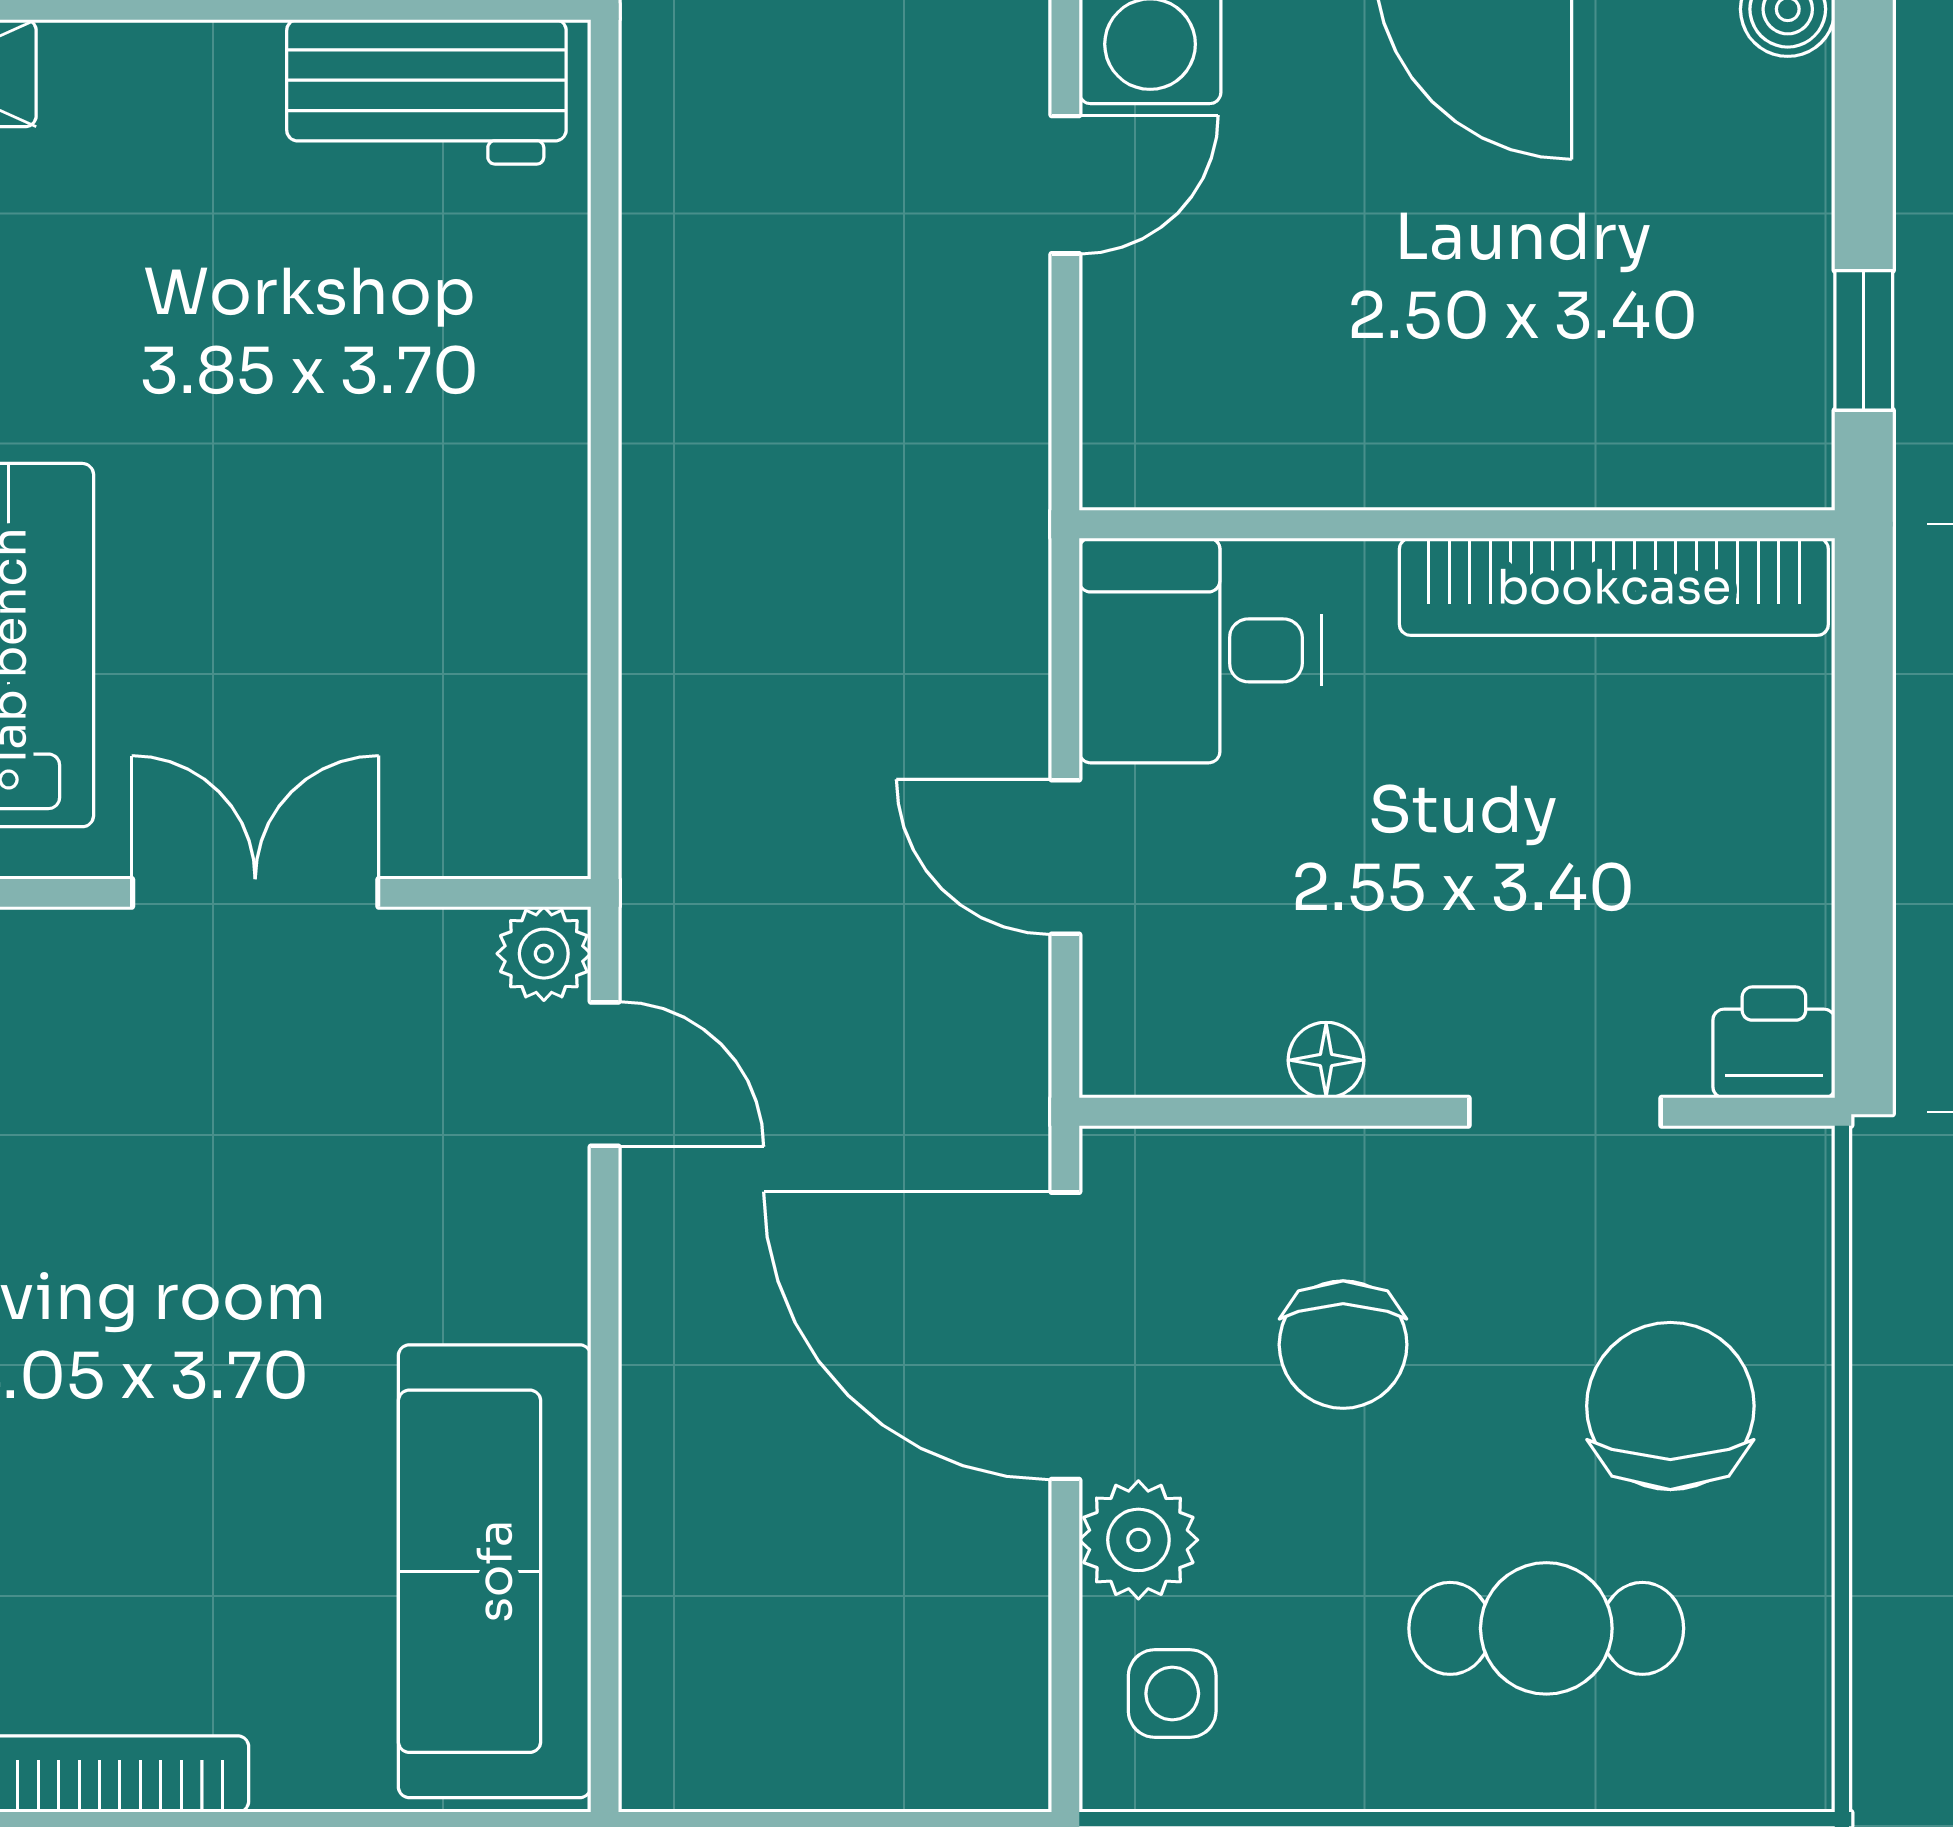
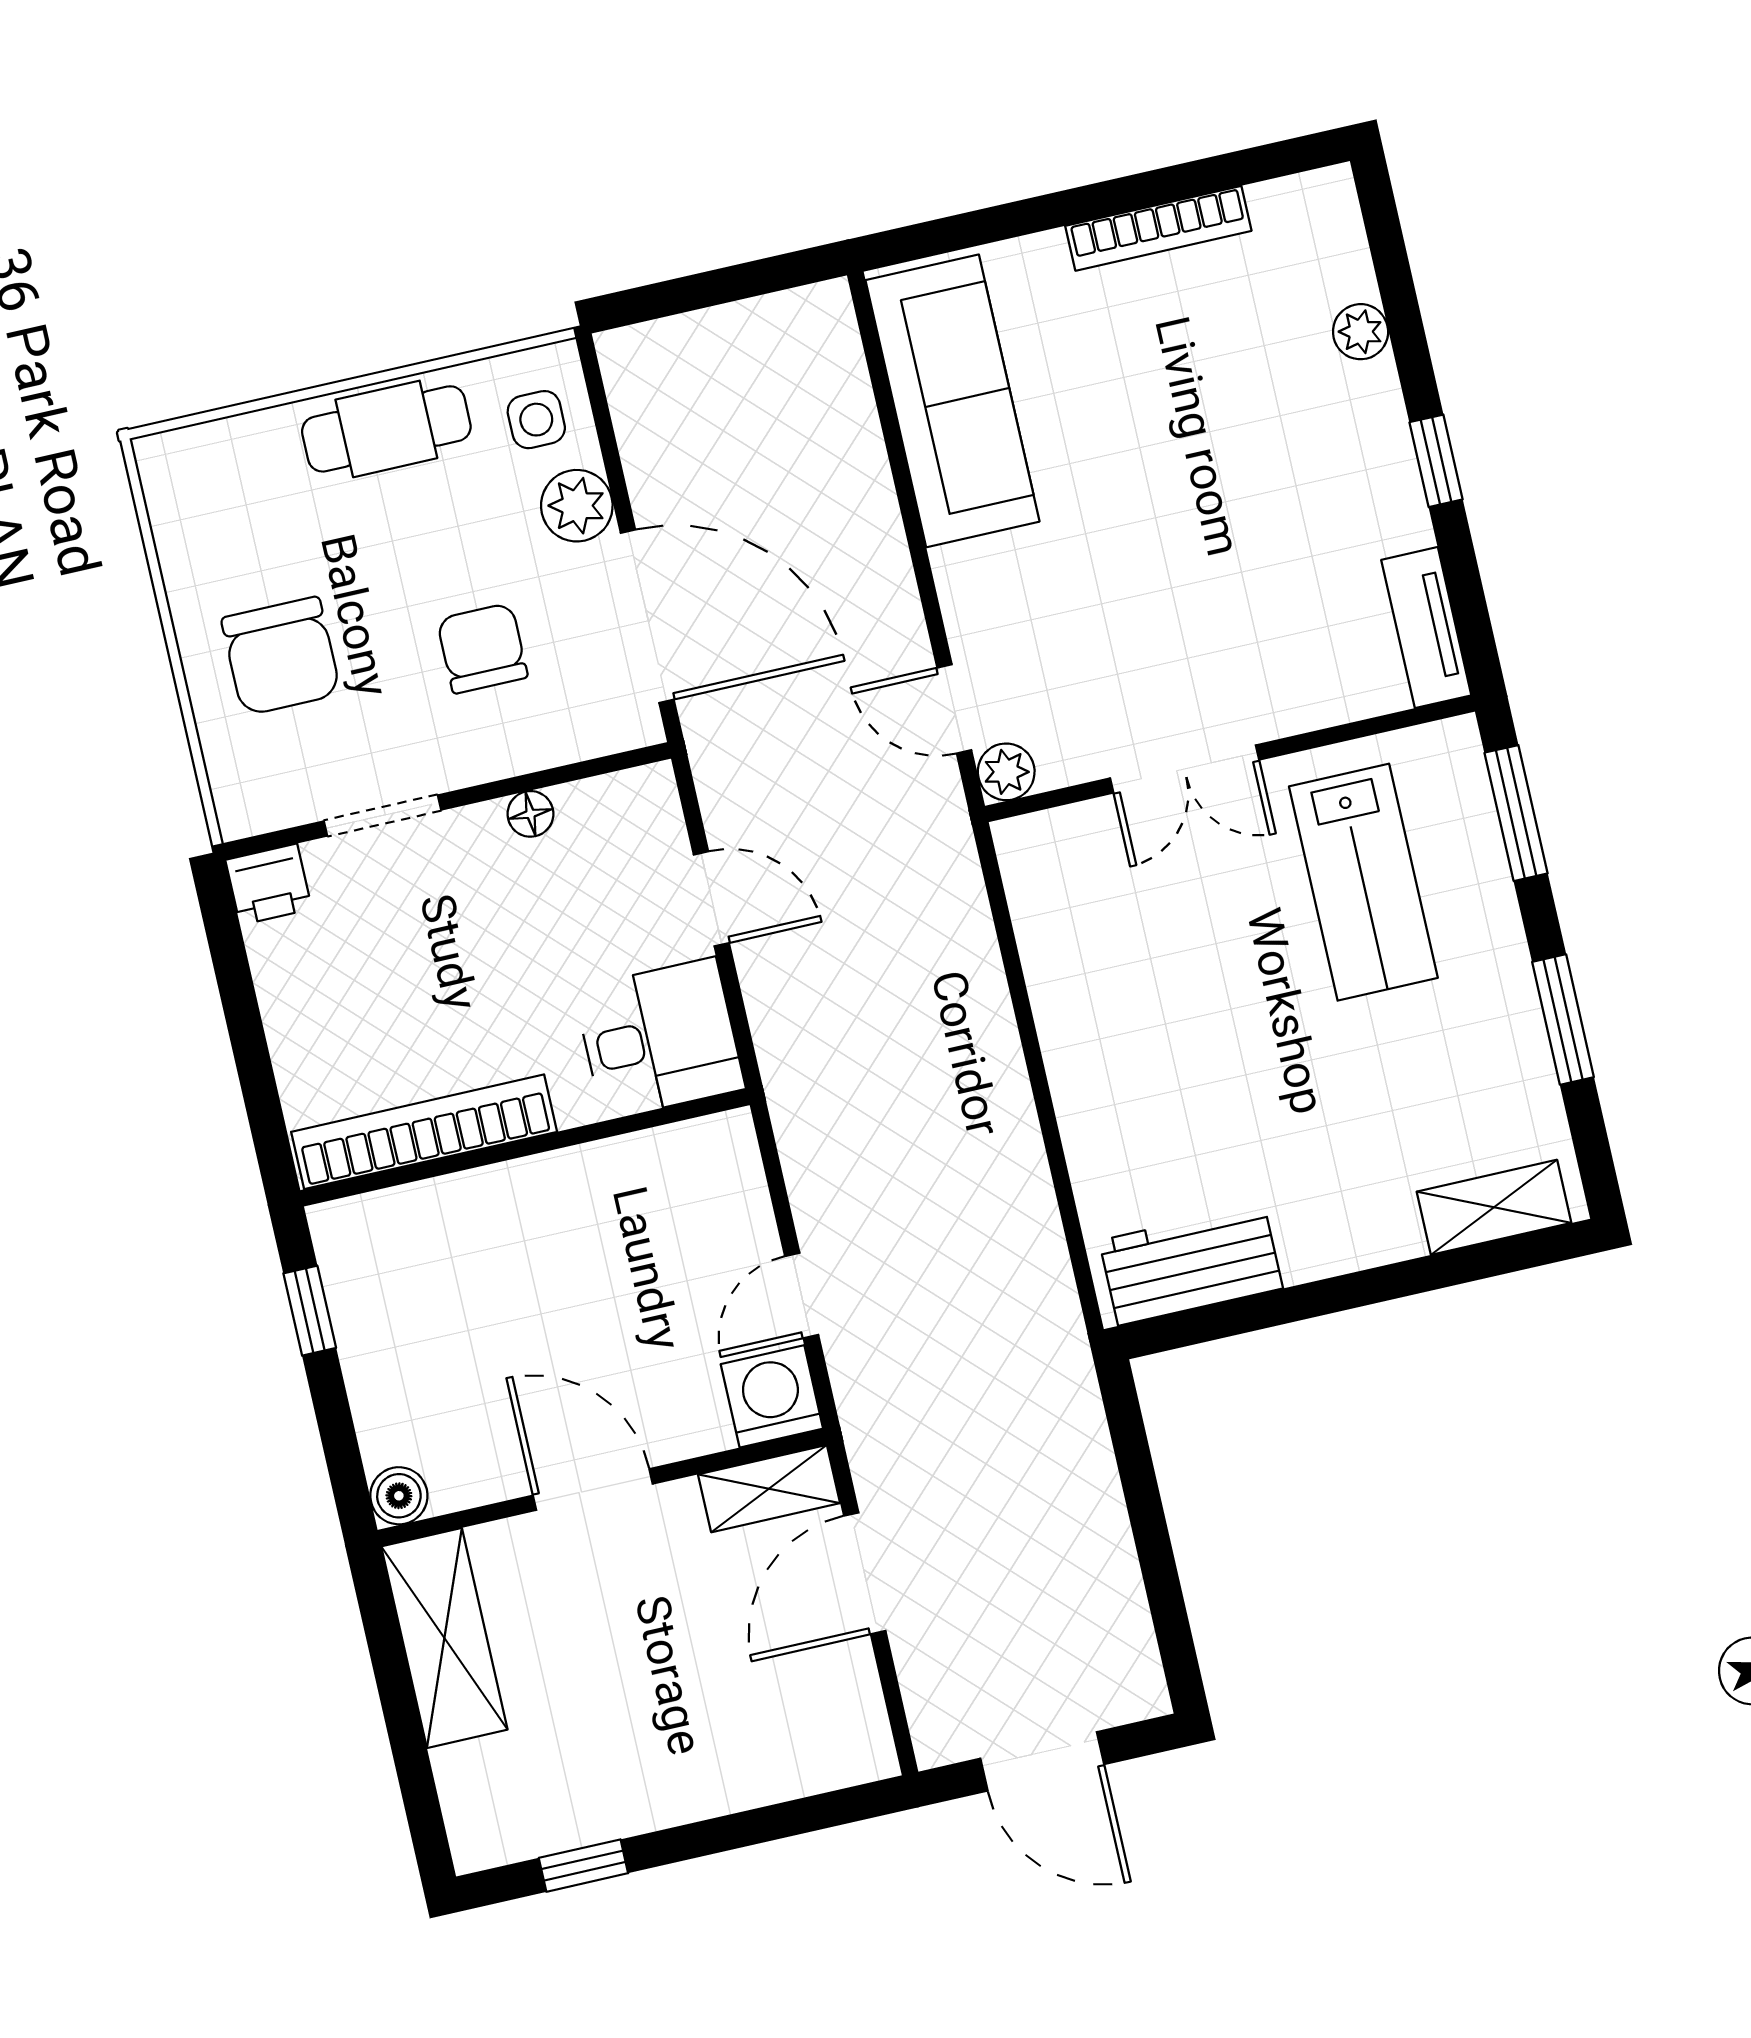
cafe table: (1546, 1628) -> (386, 429), moved

